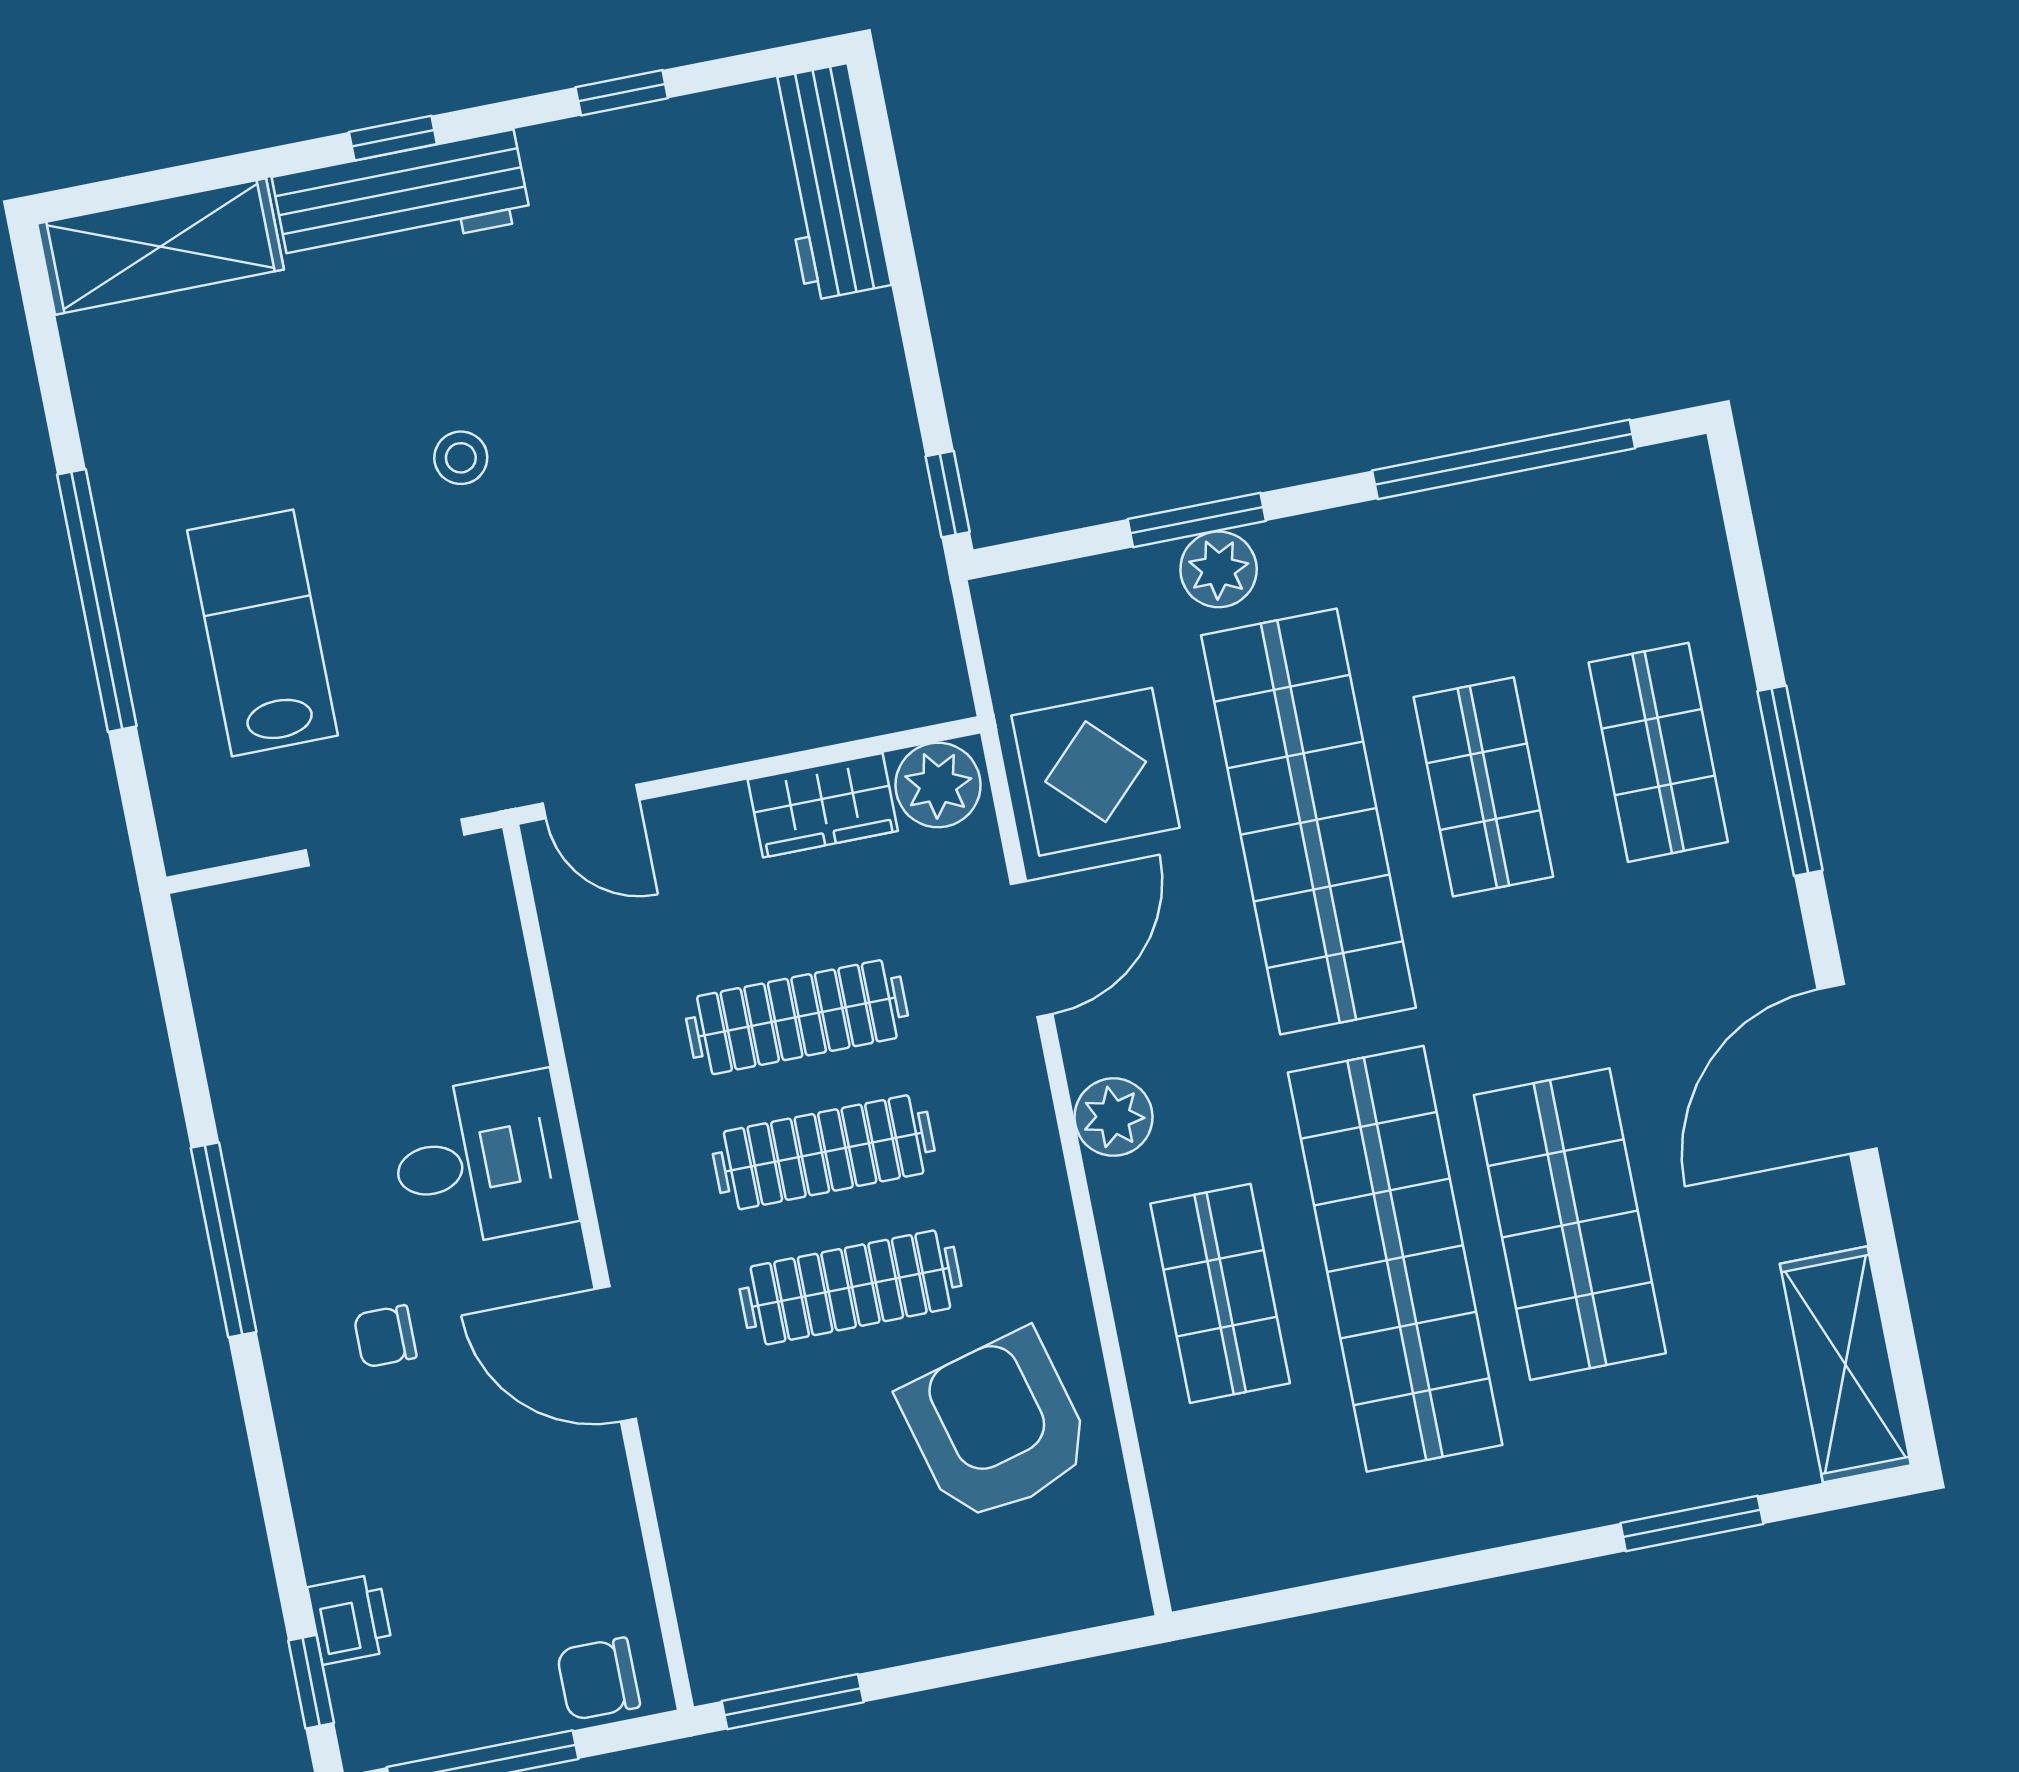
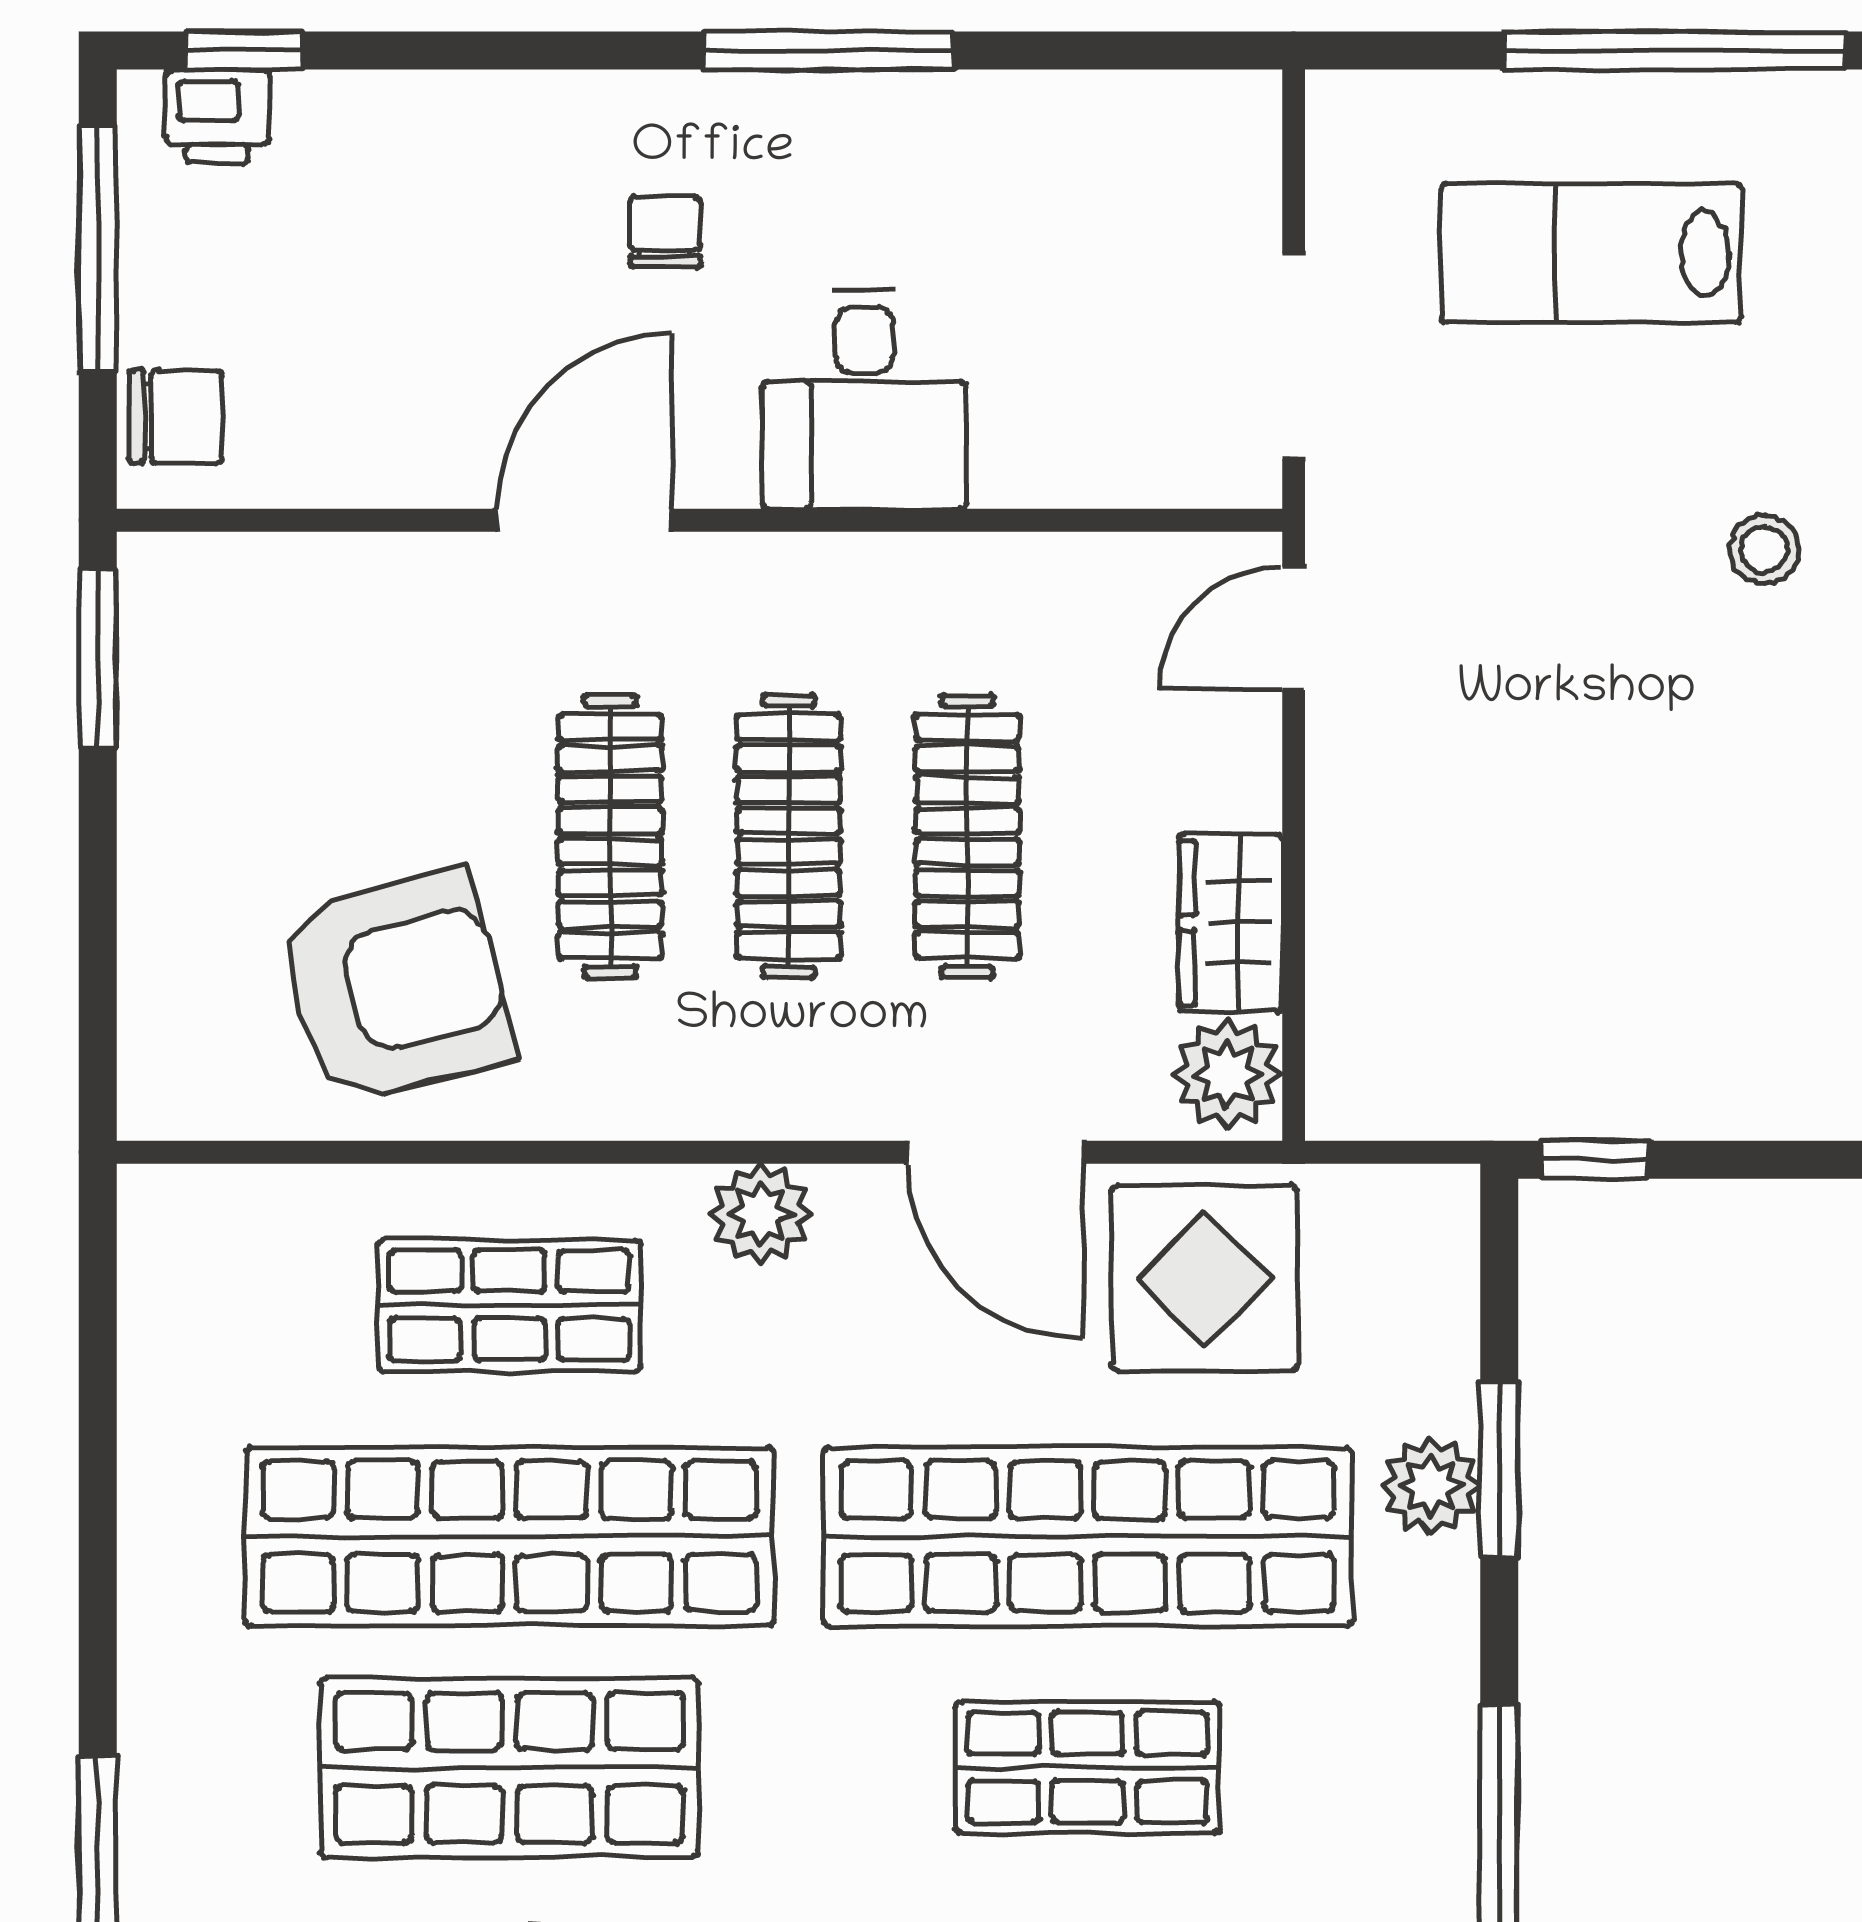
lab bench: (263, 633) -> (1591, 253), turned 180
printer: (350, 1619) -> (217, 116), moved
chair: (598, 1679) -> (176, 417), turned 90

